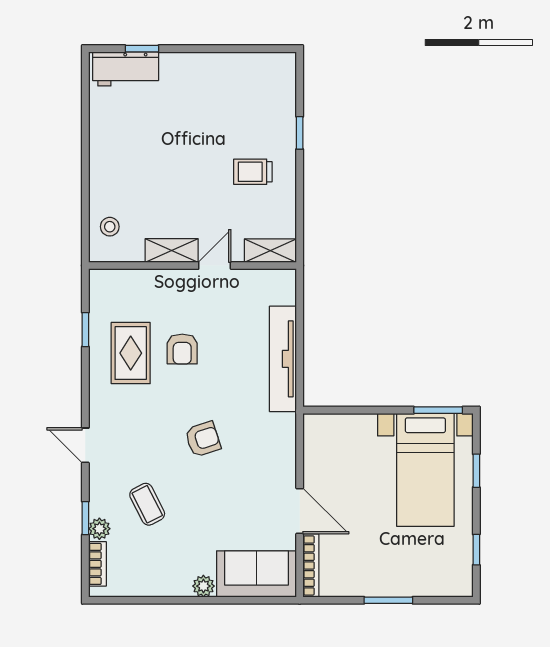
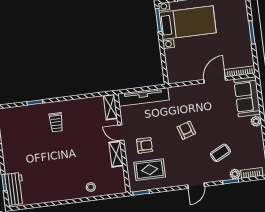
shelving: (172, 250) -> (116, 154), moved
shelving: (270, 251) -> (110, 107), moved
wall: (193, 266) -> (122, 143), moved
door: (215, 266) -> (121, 133), moved

